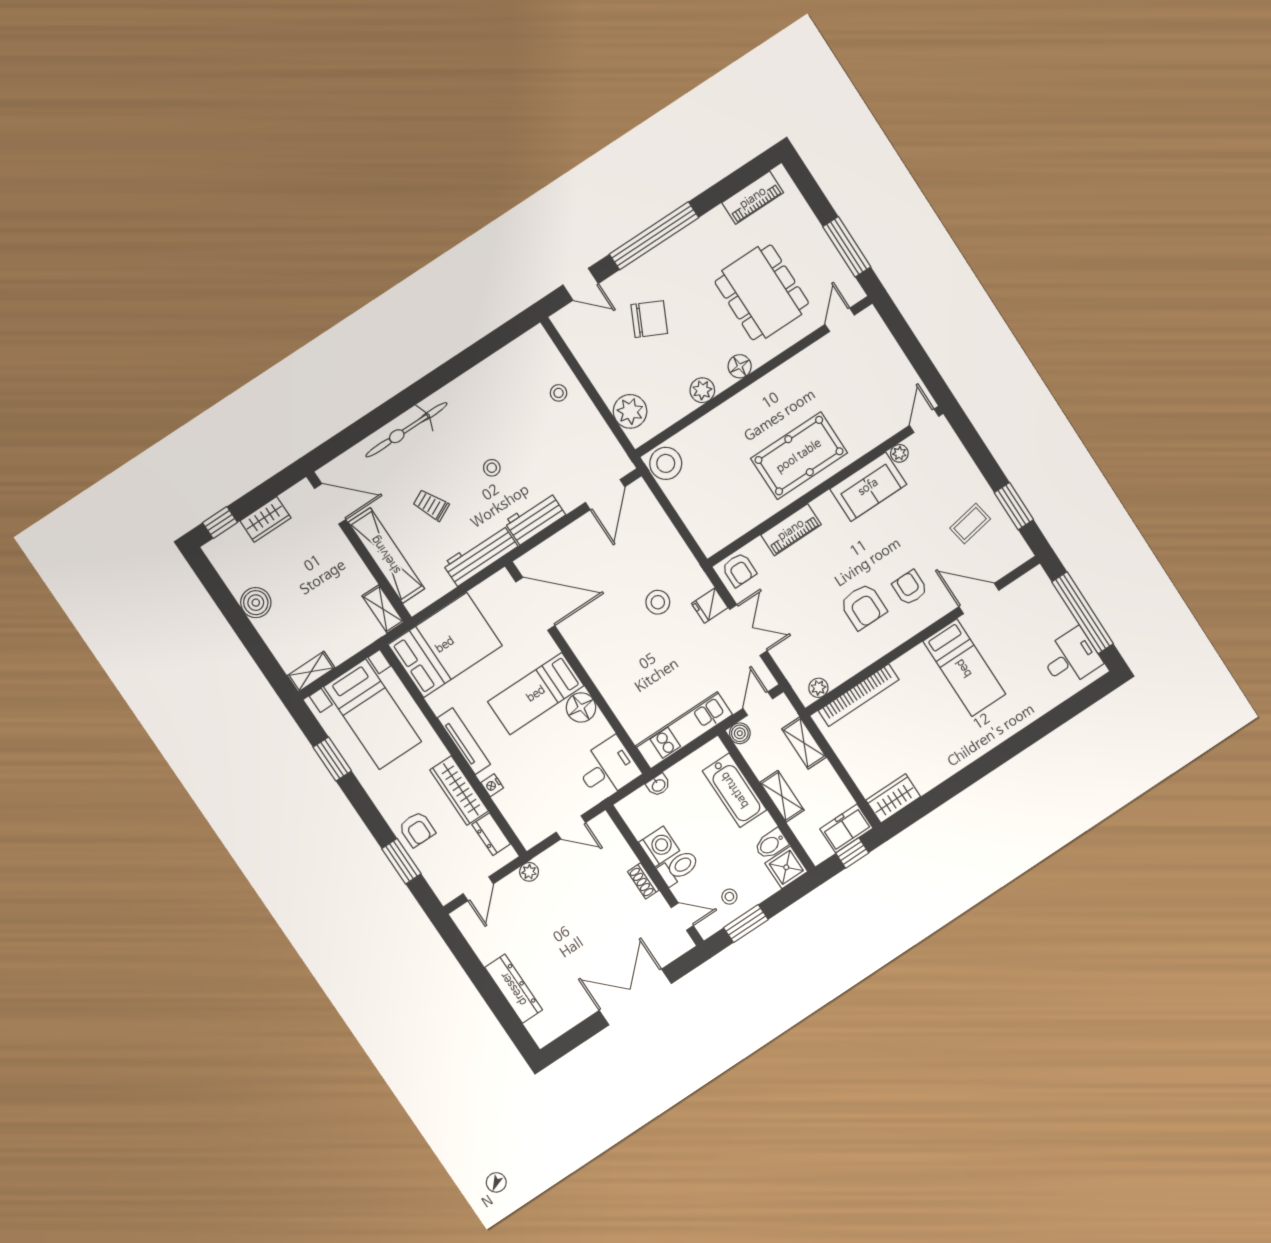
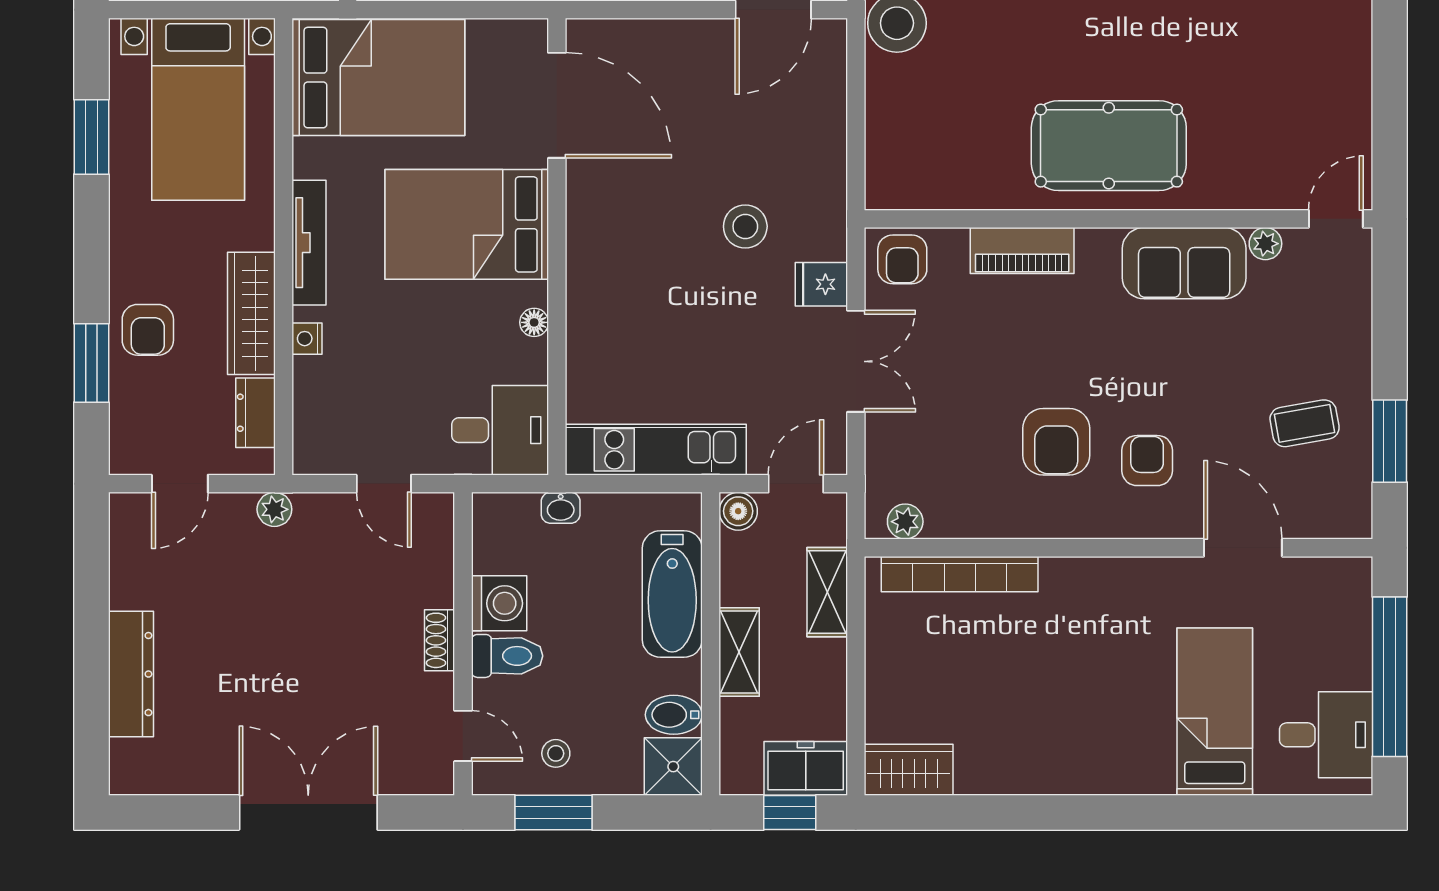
bed: (964, 668) -> (1215, 712), moved, turned 180
bed: (536, 694) -> (467, 224), width x1.50
floor lamp: (581, 707) -> (534, 322), width x0.53, depth x0.53

